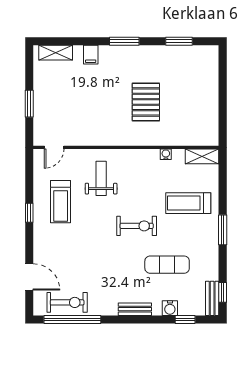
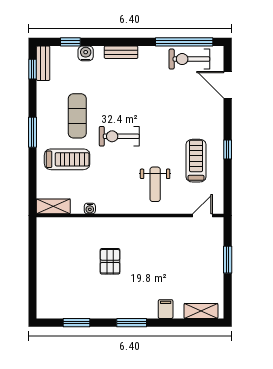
pallet: (146, 102) -> (110, 261), width x0.67, depth x0.71
exercise mat: (167, 265) -> (77, 116), moved, turned 90

